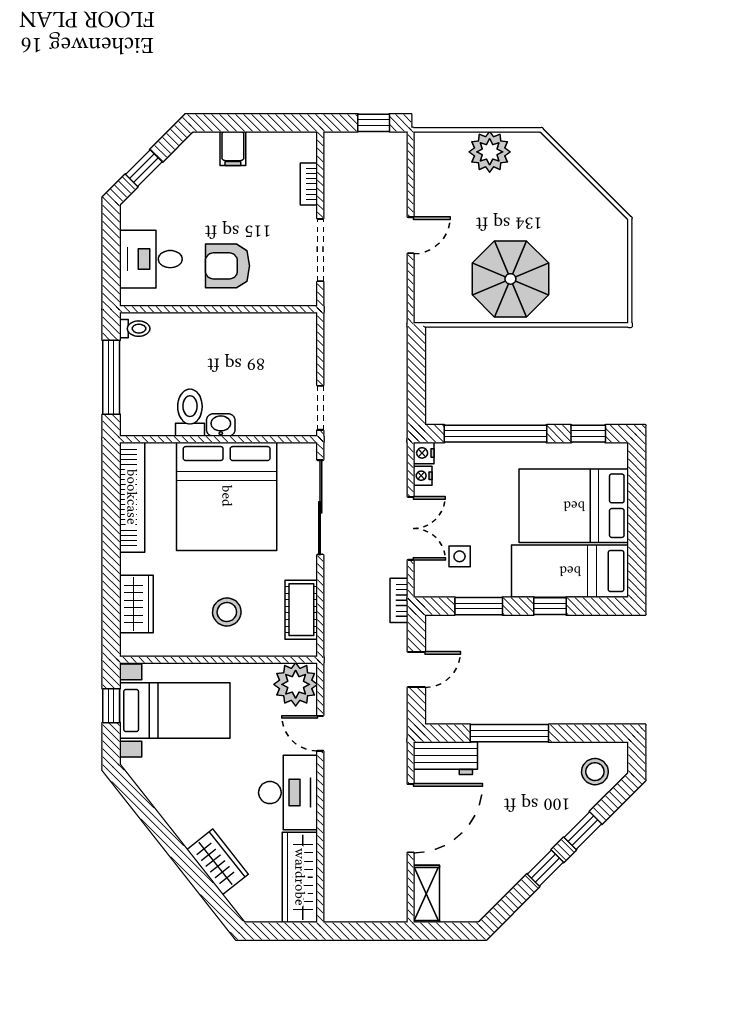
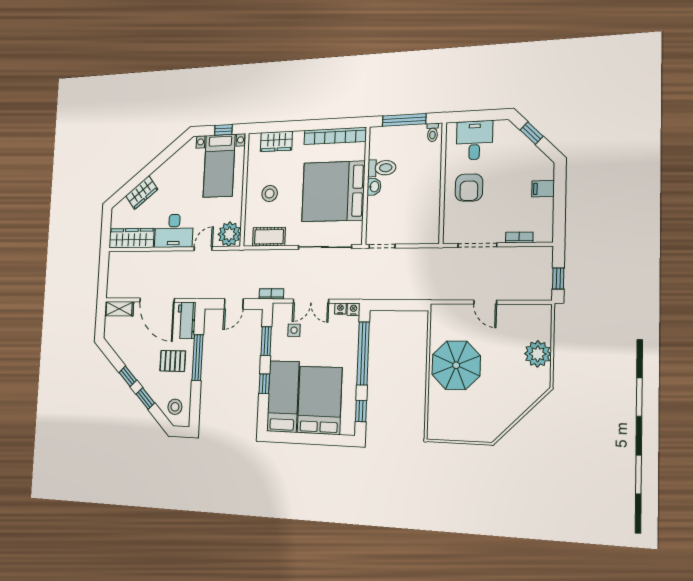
armchair: (228, 266) -> (469, 188), turned 180
door: (416, 670) -> (234, 304), hinge flipped
pallet: (516, 781) -> (173, 361), added

